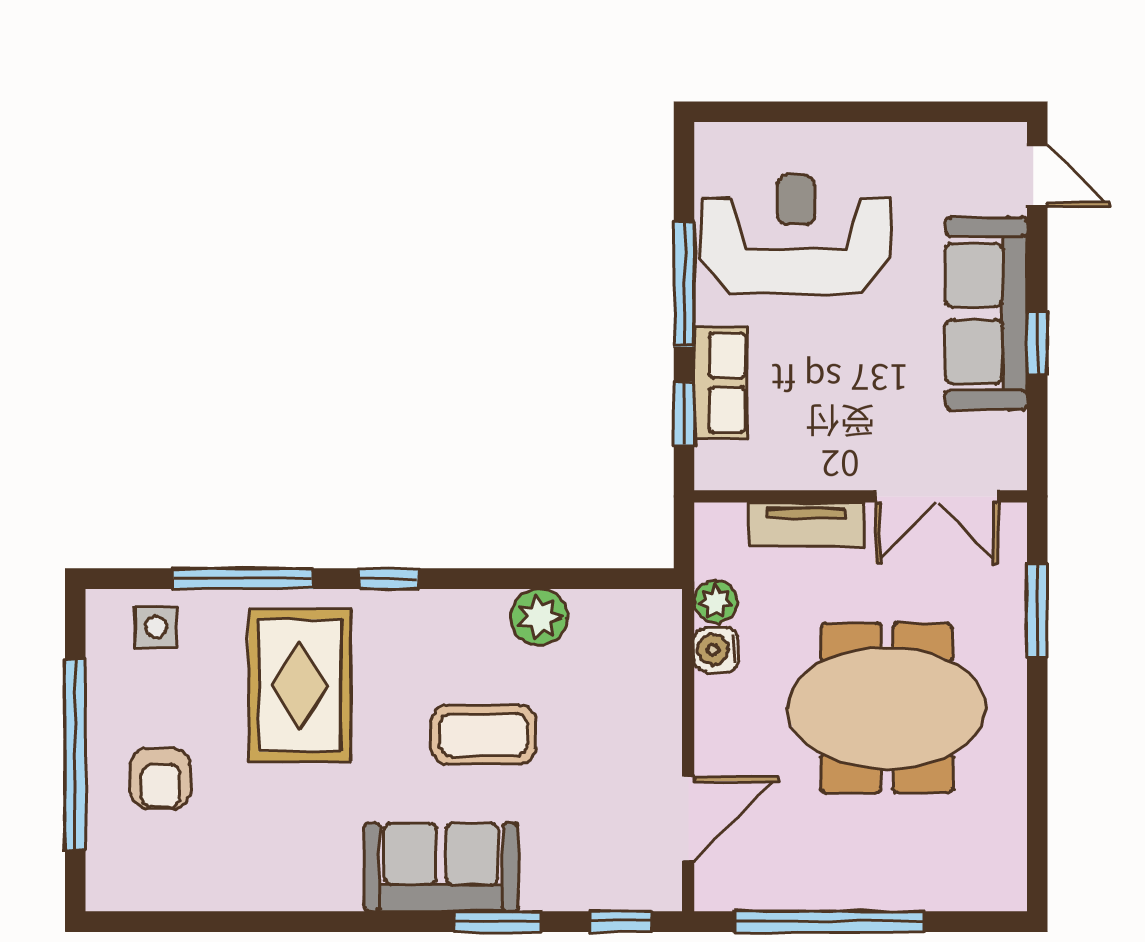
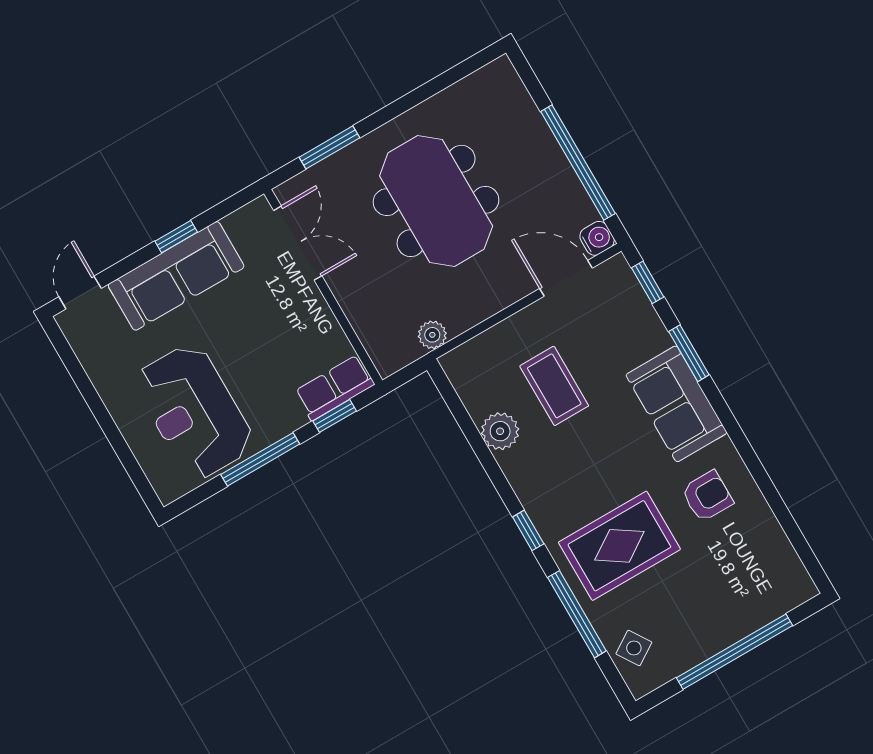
row of seats: (721, 383) -> (335, 388), moved
tv unit: (806, 524) -> (357, 309), removed
side table: (156, 627) -> (634, 648), turned -33
water cooler: (717, 650) -> (597, 238), moved, turned -90
coffee table: (483, 735) -> (554, 386), moved
armchair: (161, 778) -> (707, 496), moved

